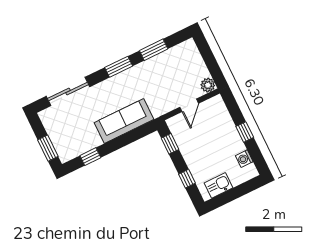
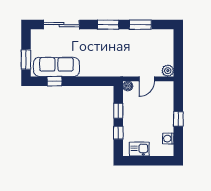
sofa: (124, 121) -> (56, 67), moved
boiler: (173, 123) -> (128, 86), added
window: (170, 144) -> (118, 111), moved

